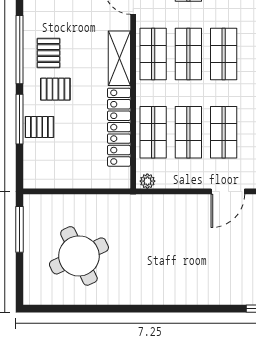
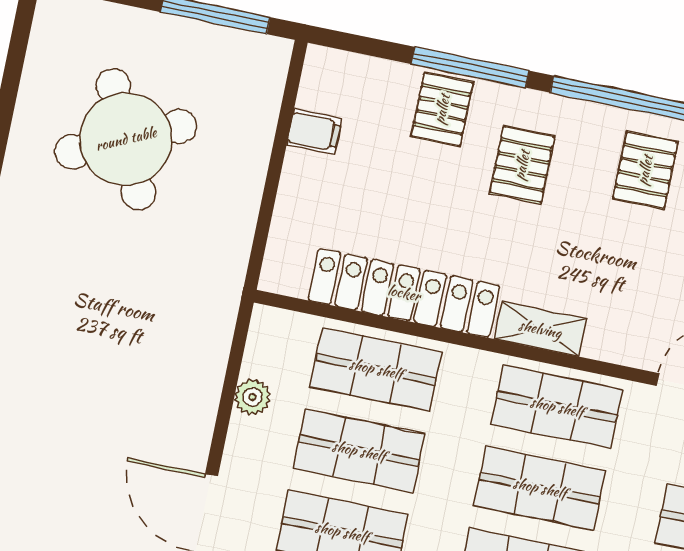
pallet: (48, 53) -> (645, 170), moved, turned 90
shelving: (119, 58) -> (540, 329), width x0.67, depth x0.75
filing cabinet: (60, 178) -> (314, 132), added
plant: (147, 181) -> (252, 397), moved

